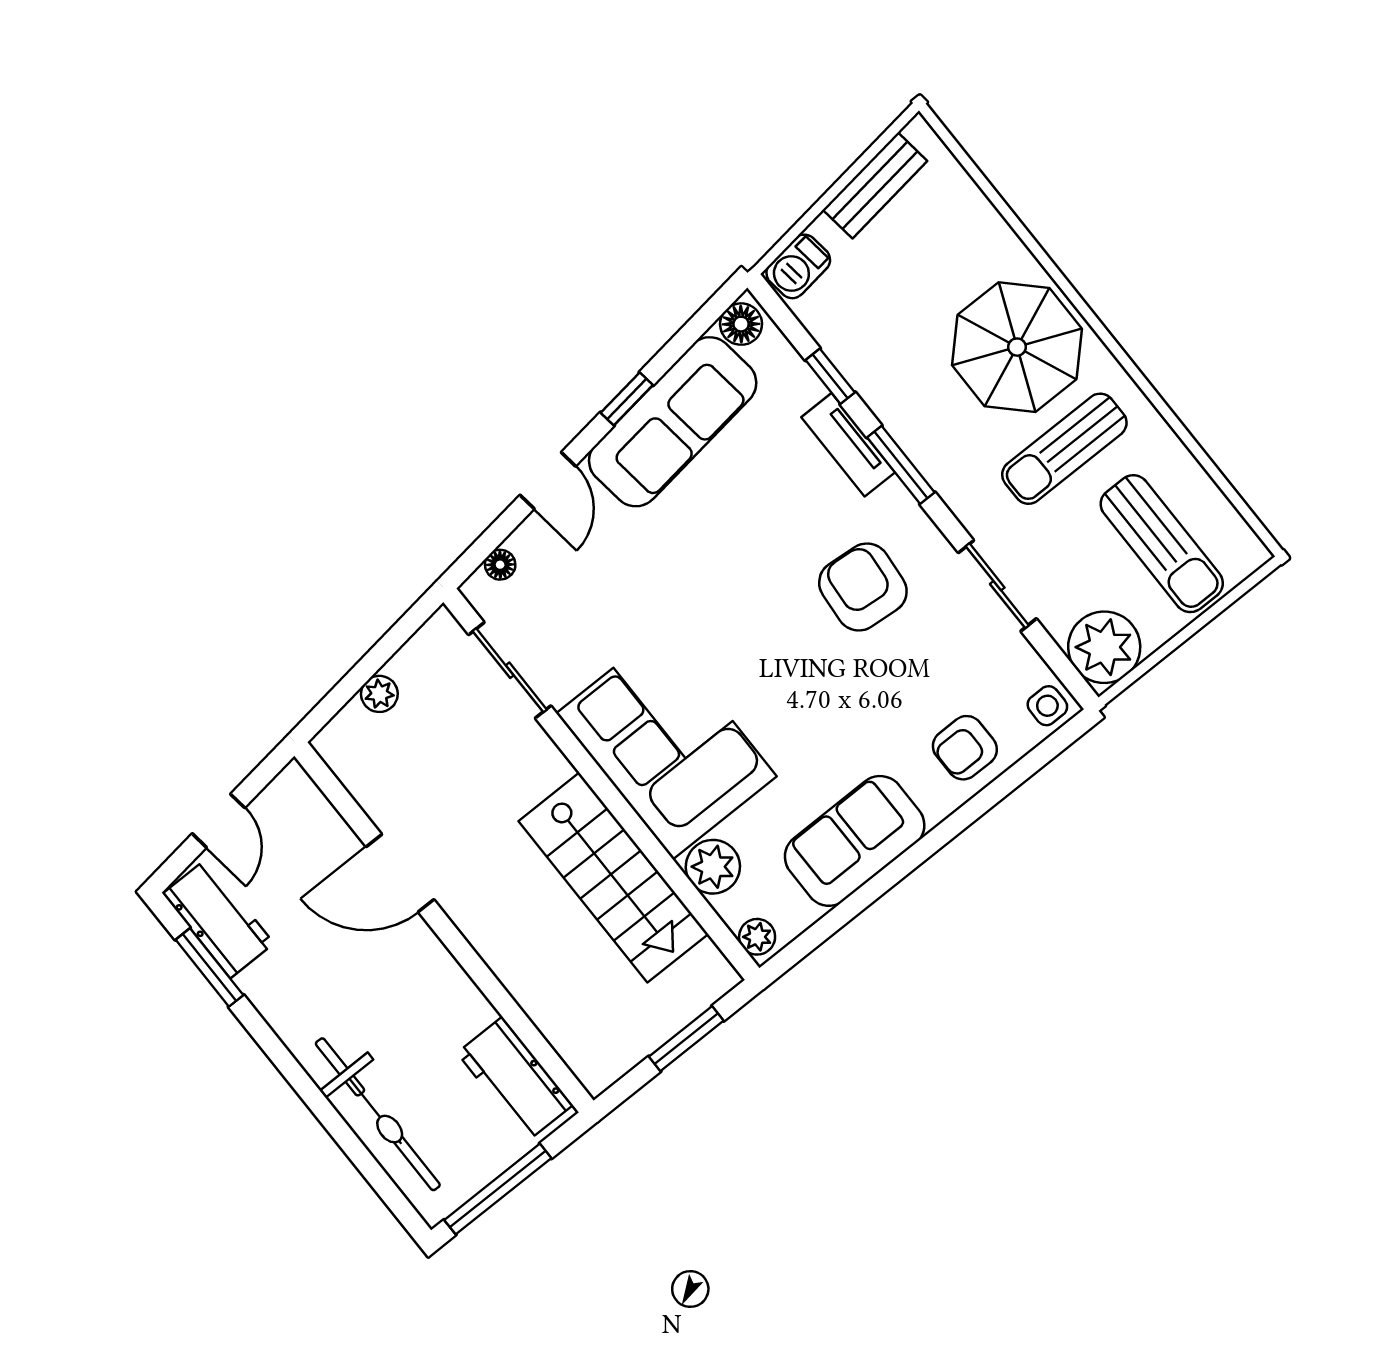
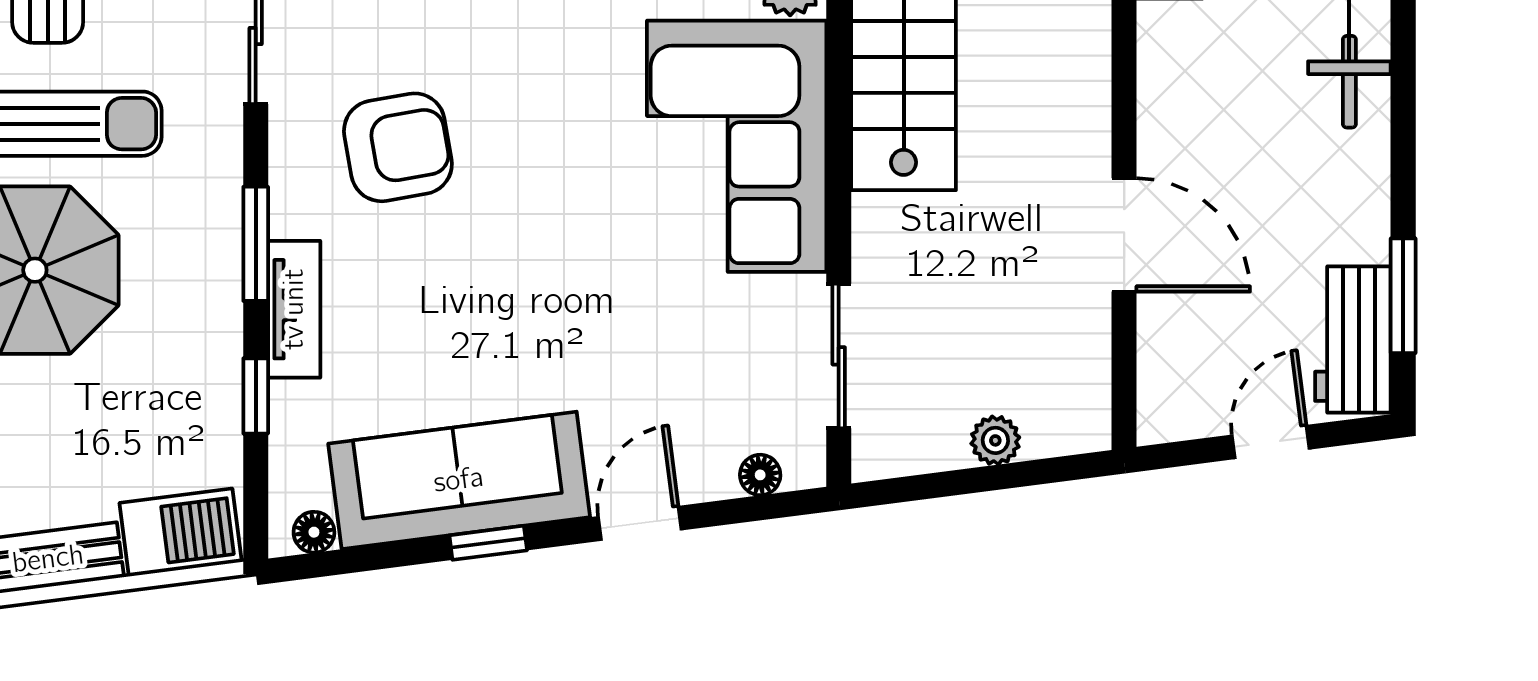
barbecue: (798, 266) -> (181, 532), width x1.38, depth x1.27
floor lamp: (741, 324) -> (314, 532), width x0.73, depth x0.73
armchair: (863, 587) -> (398, 147), turned -105

